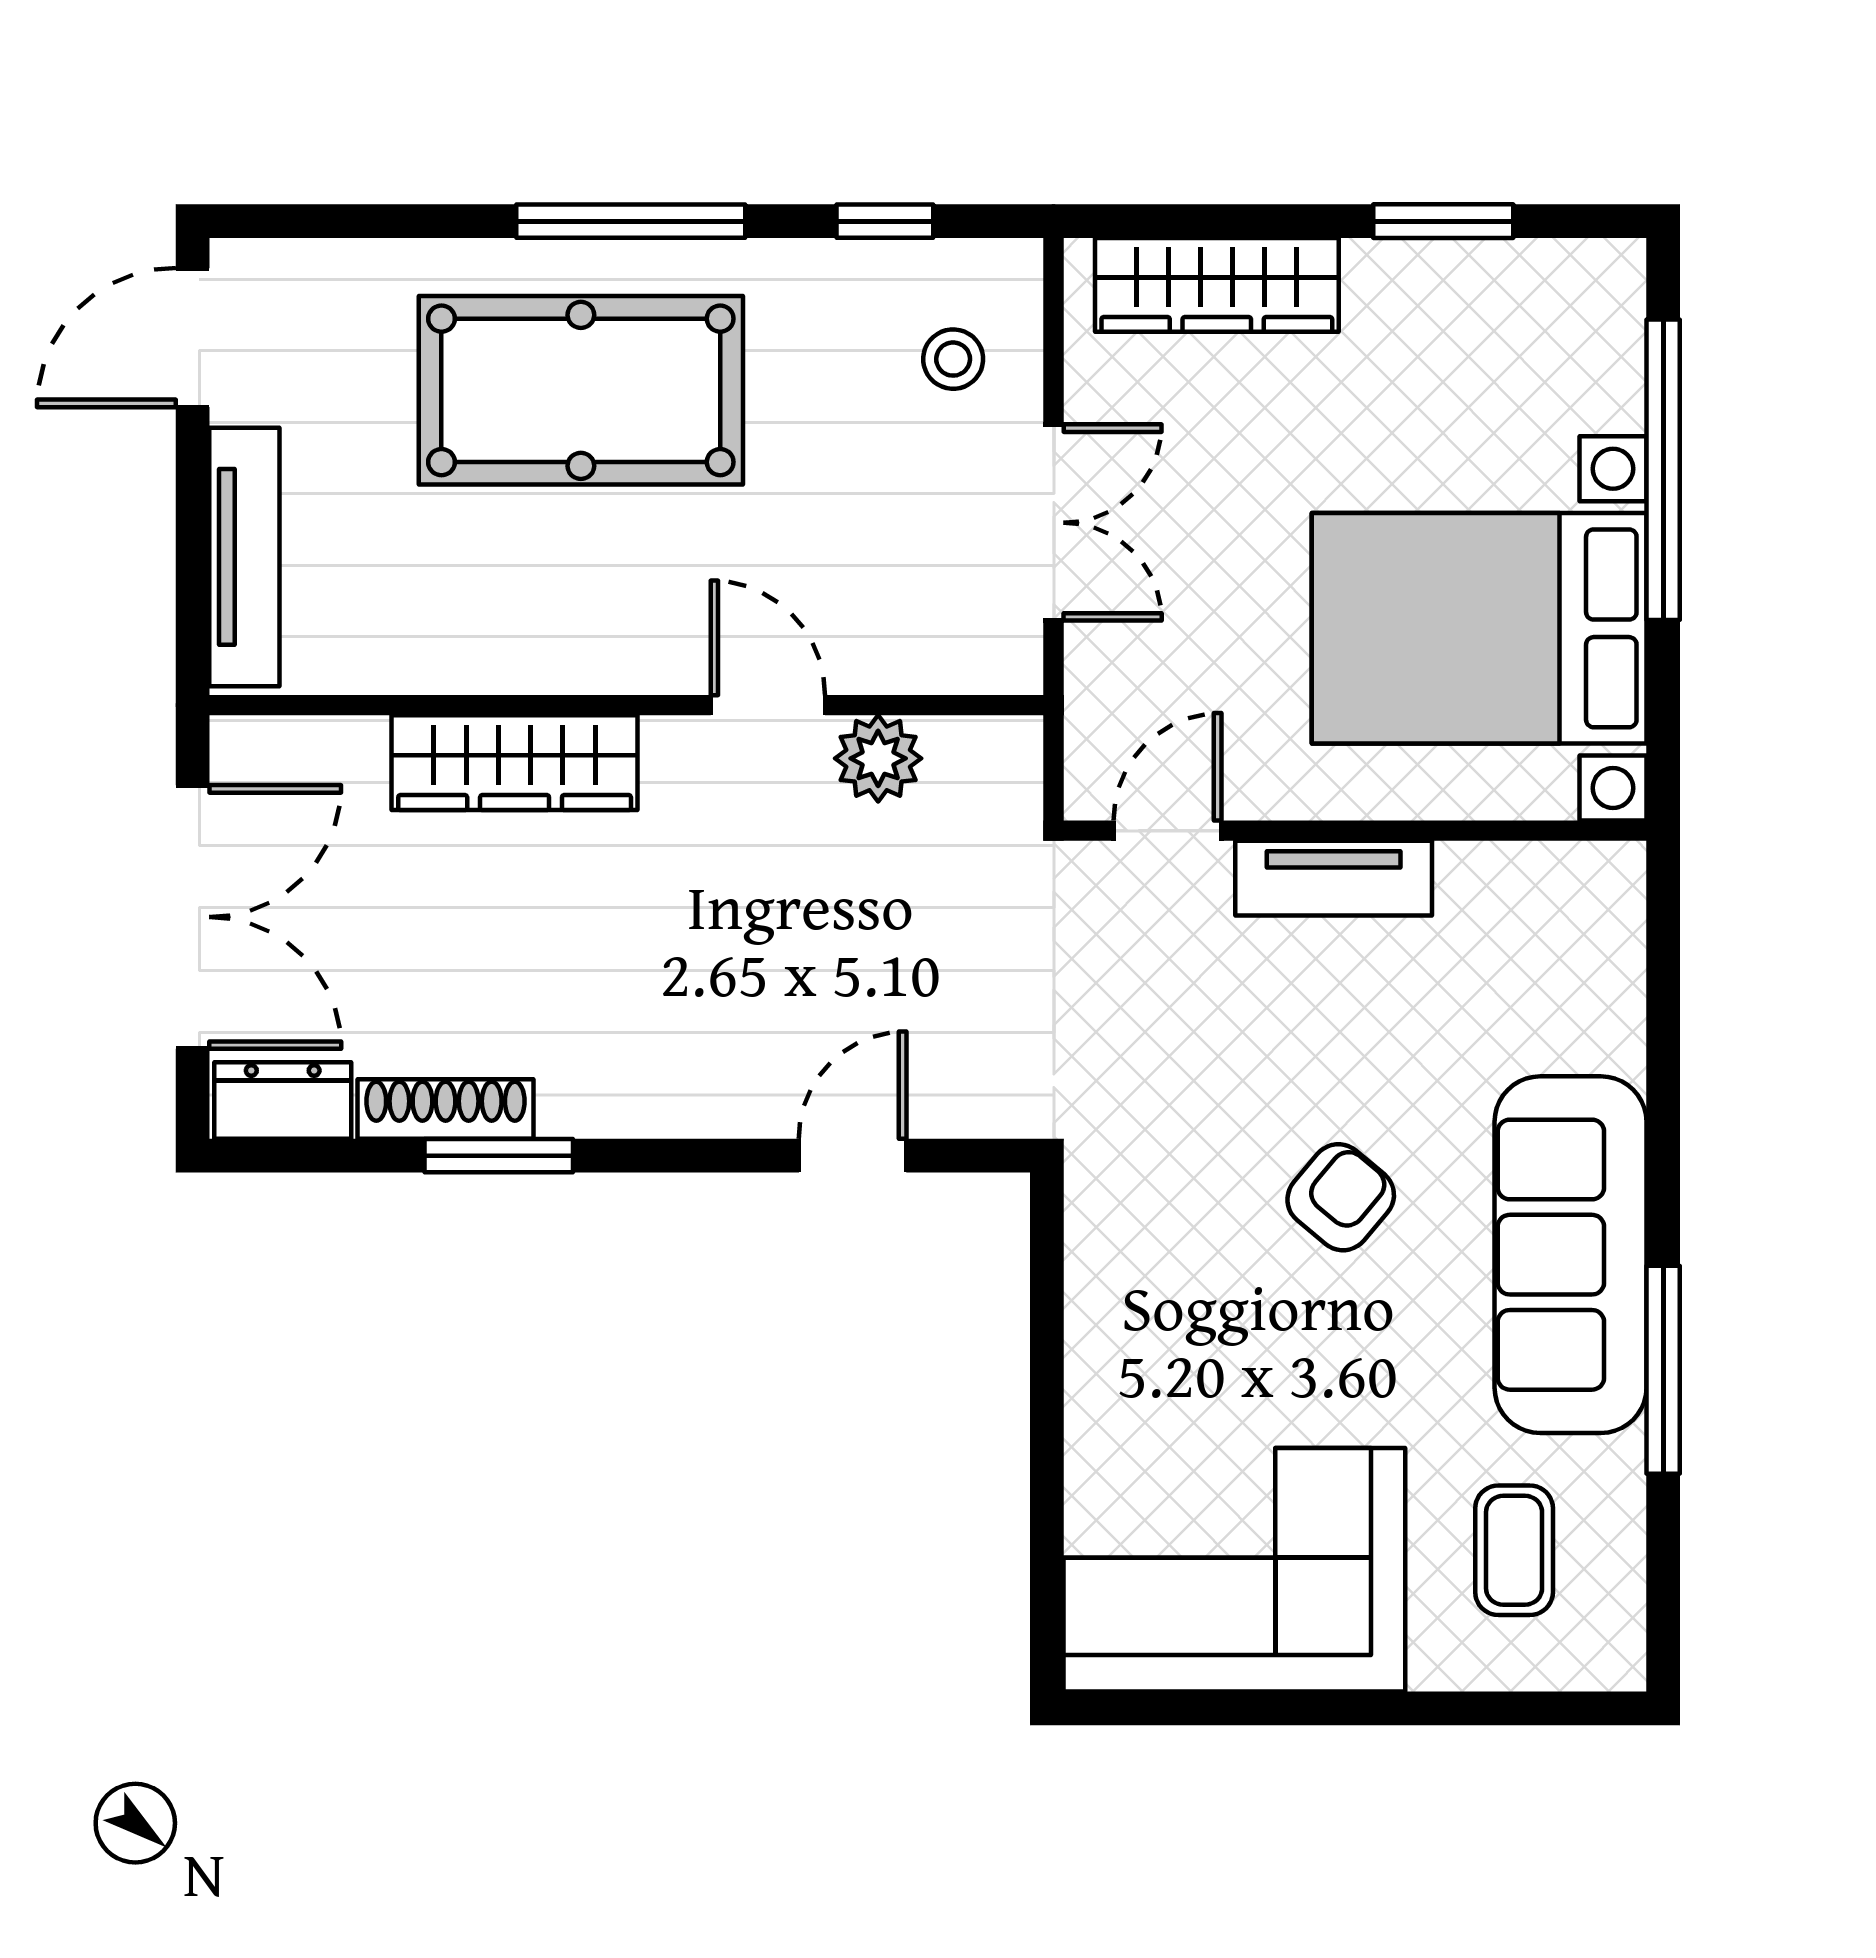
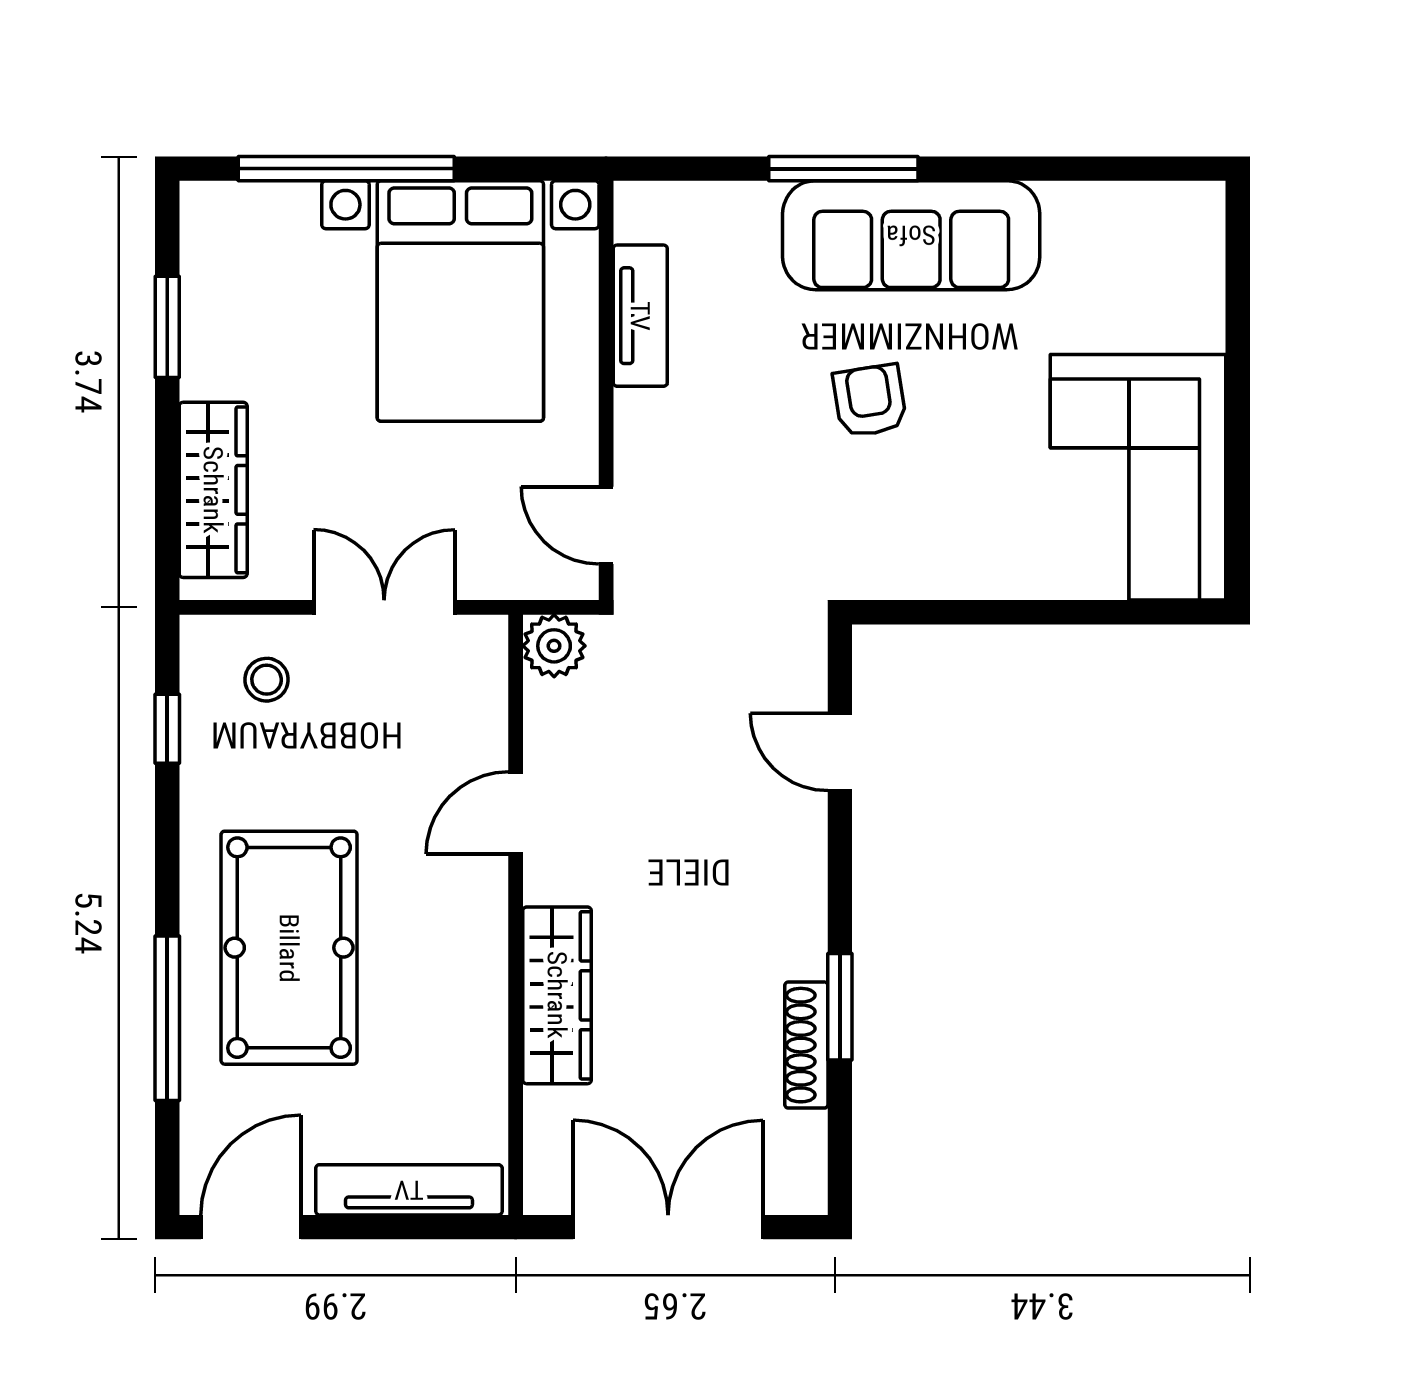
window: (631, 221) -> (167, 1018), moved
door: (193, 338) -> (251, 1227), swing flipped
plant: (878, 758) -> (554, 646), moved
tv unit: (1334, 878) -> (640, 316), moved
dresser: (283, 1100) -> (800, 1162), removed
armchair: (1341, 1197) -> (870, 401), turned 41
window: (1663, 1370) -> (843, 169), moved
coffee table: (1514, 1550) -> (1124, 276), removed

